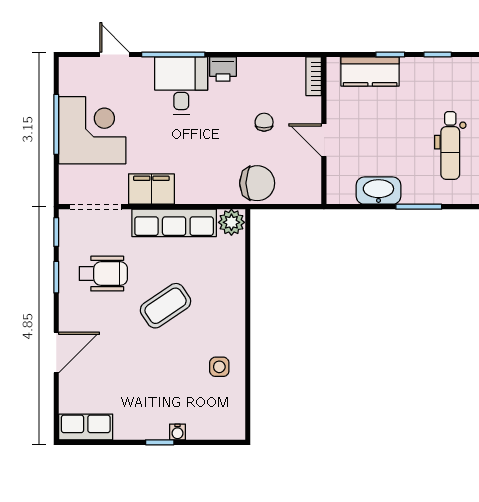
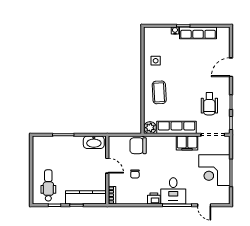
kitchen counter: (370, 72) -> (86, 197), width x1.50
dental chair: (450, 146) -> (48, 185), moved
washbasin: (378, 191) -> (94, 142), moved
wheelchair: (103, 274) -> (209, 104), turned -90
coffee table: (166, 306) -> (159, 92), moved, turned -59
row of seats: (86, 427) -> (198, 33), moved, width x1.48

